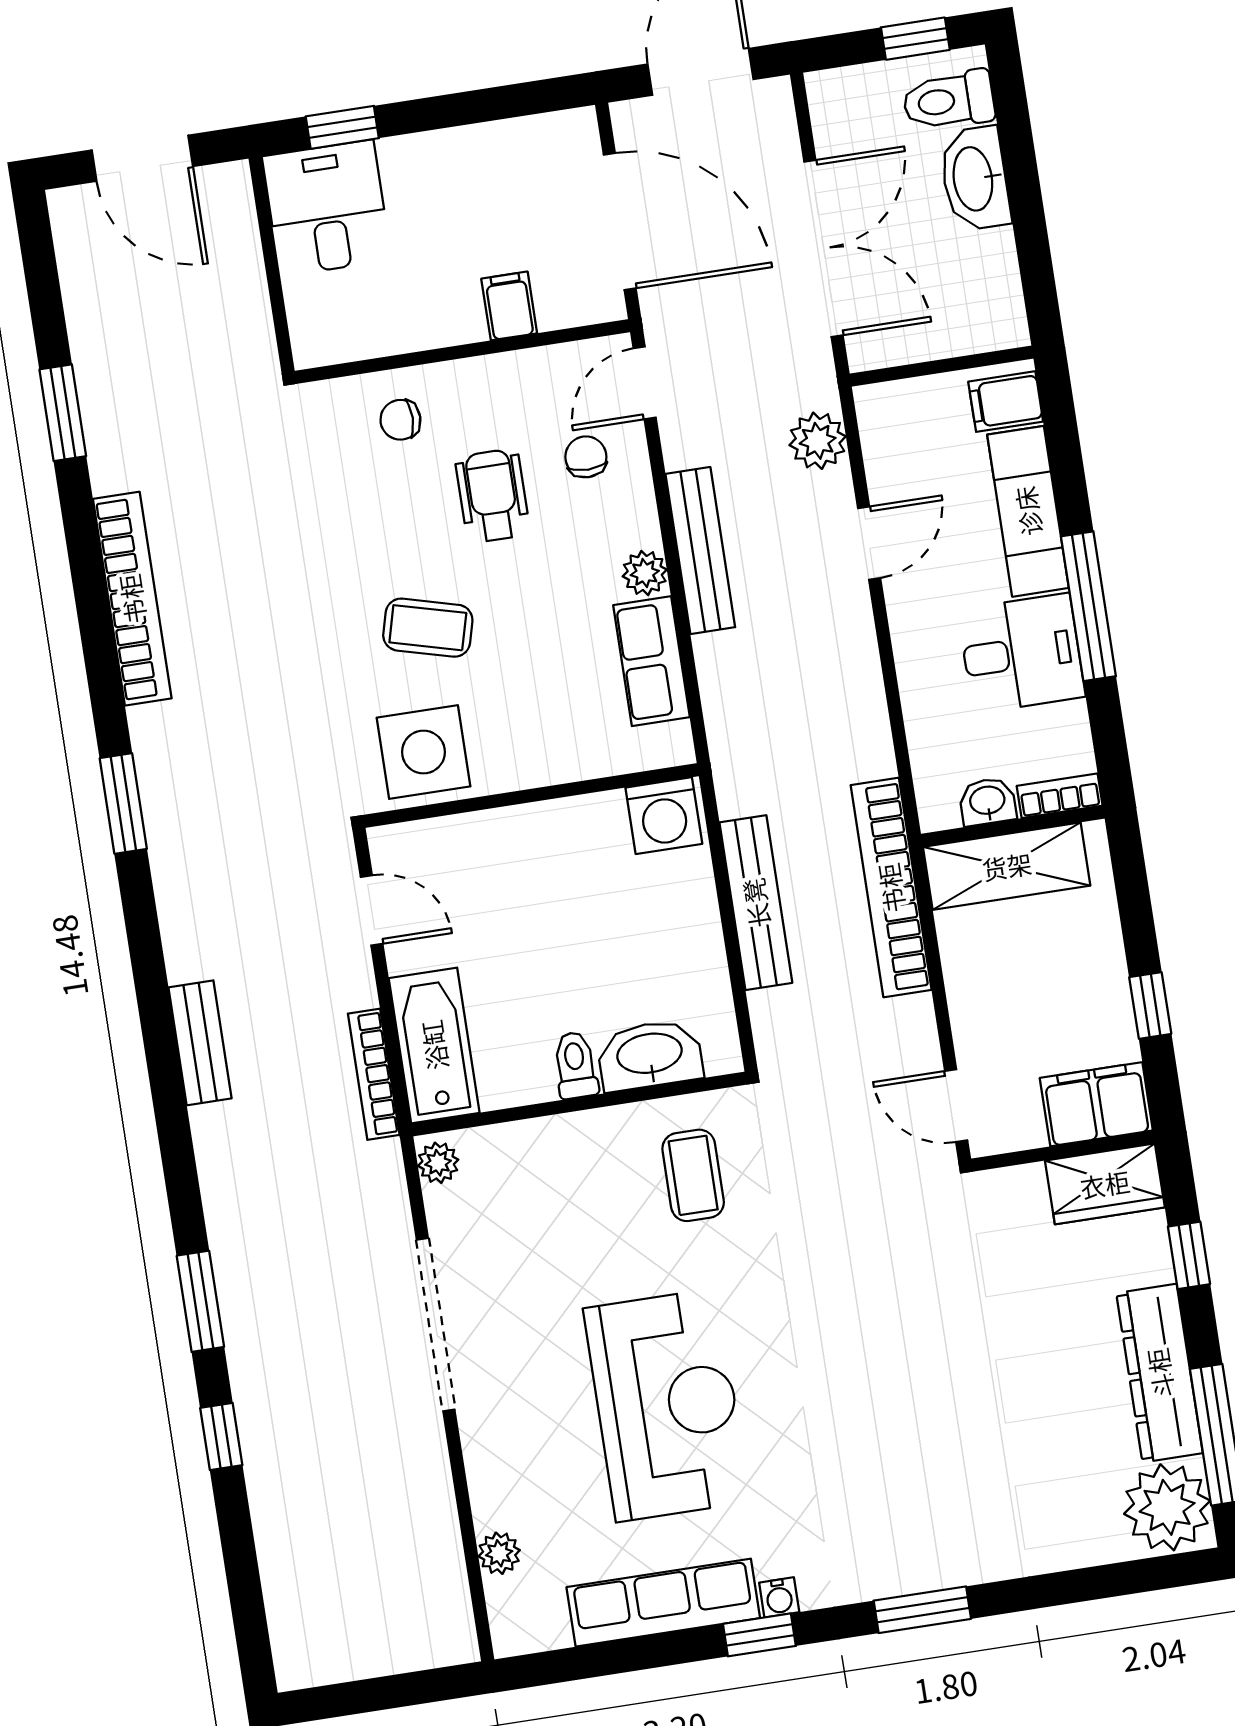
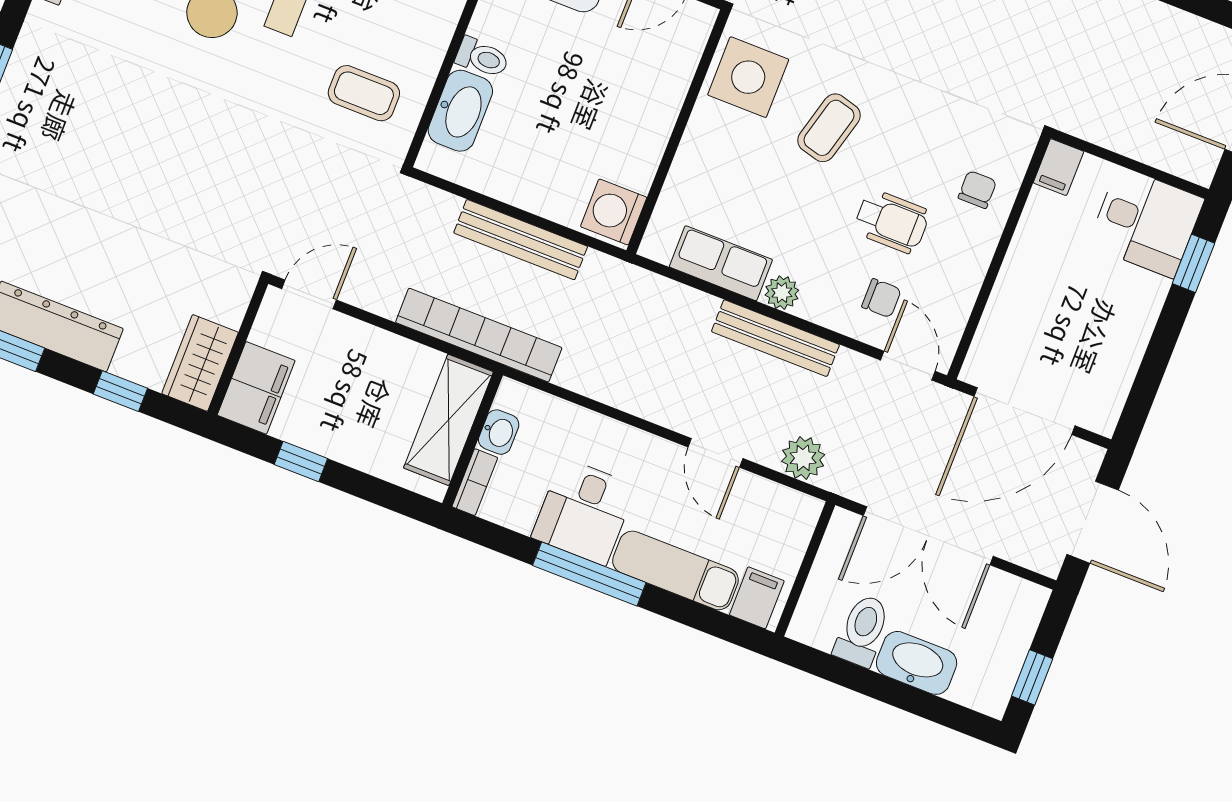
toilet: (949, 100) -> (862, 630), moved
filing cabinet: (509, 306) -> (1058, 167), moved, turned 90

